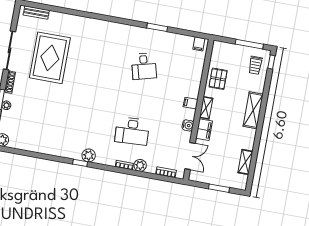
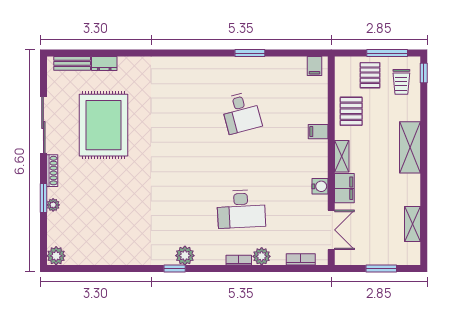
dresser: (58, 17) -> (104, 64), added
pallet: (235, 57) -> (370, 75), added
filing cabinet: (191, 103) -> (318, 132), moved

